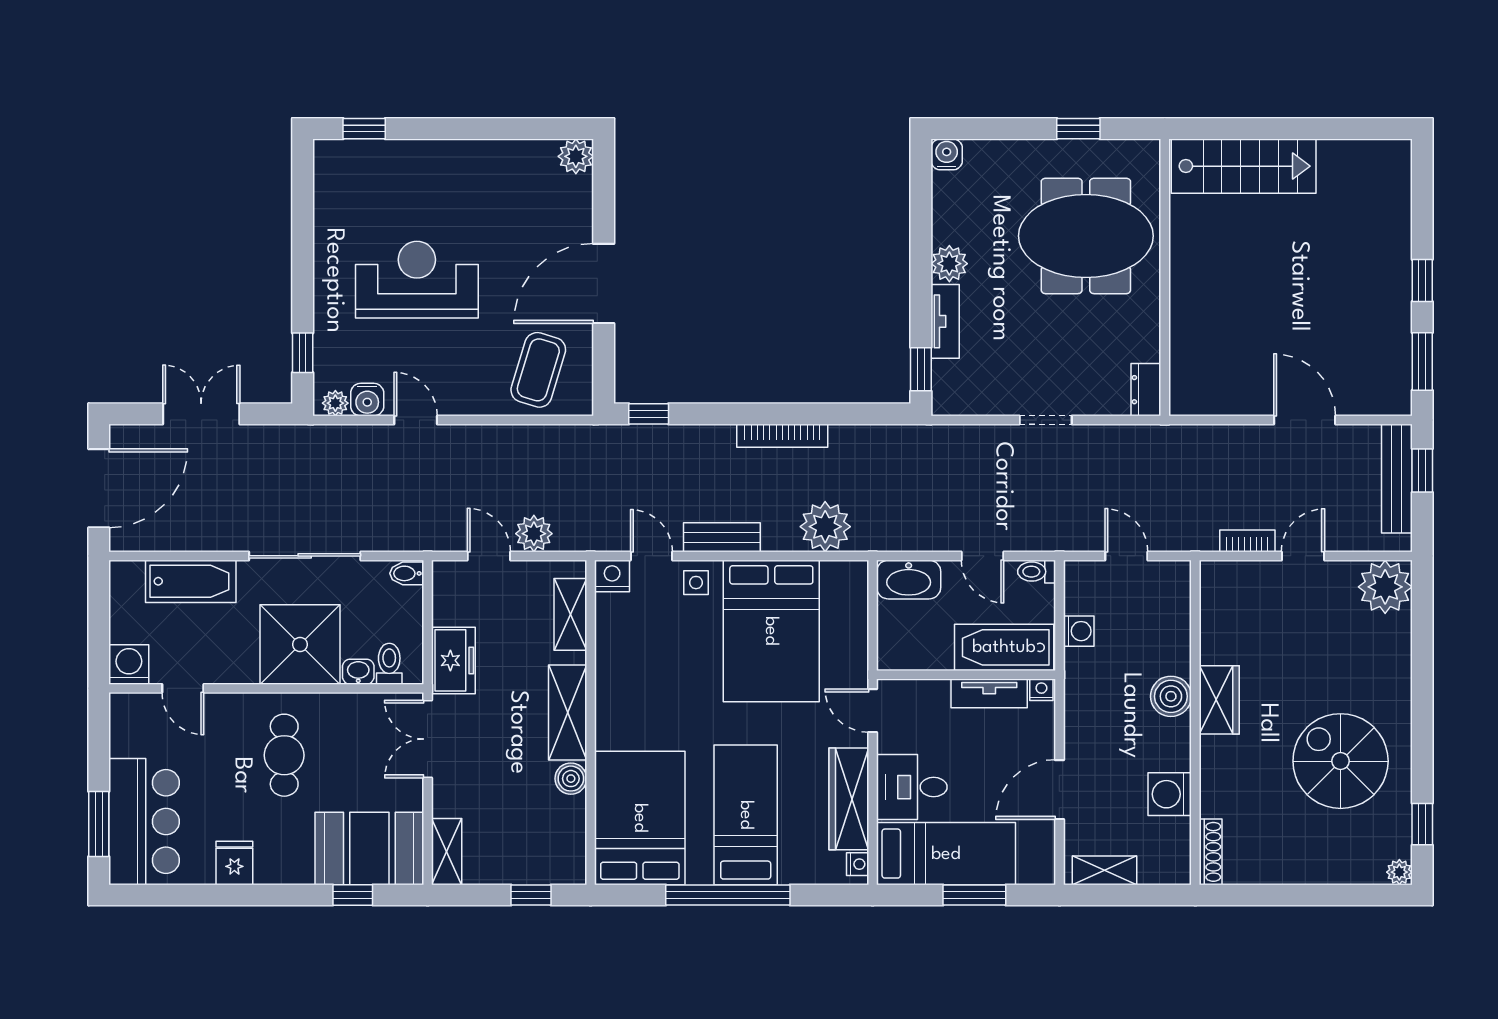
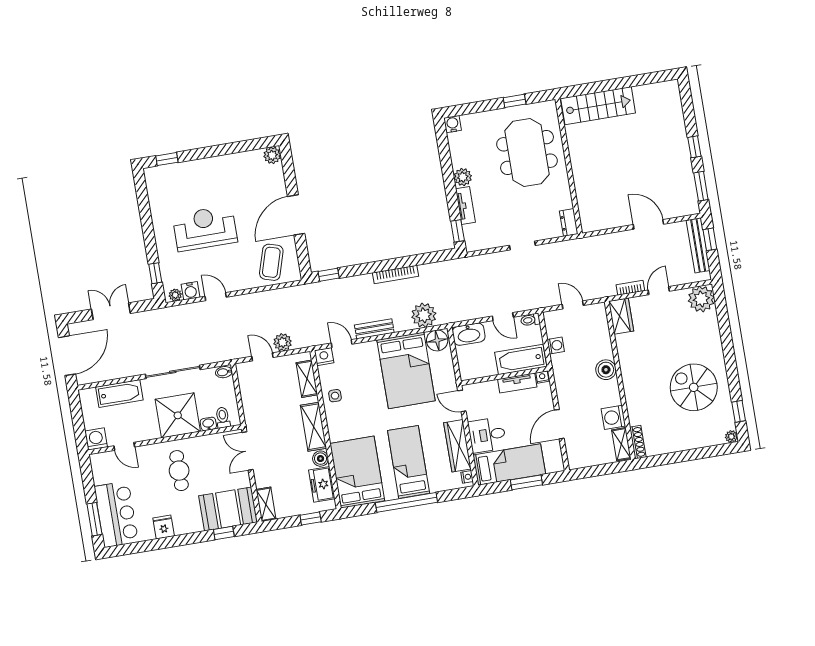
meeting table: (1086, 236) -> (527, 152), turned 90
floor lamp: (843, 581) -> (437, 340), added
side table: (696, 583) -> (335, 396), moved
freezer: (453, 660) -> (322, 484), moved, turned 180
wardrobe: (1219, 700) -> (621, 316), moved
shelving: (1105, 870) -> (621, 444), moved, turned 90

